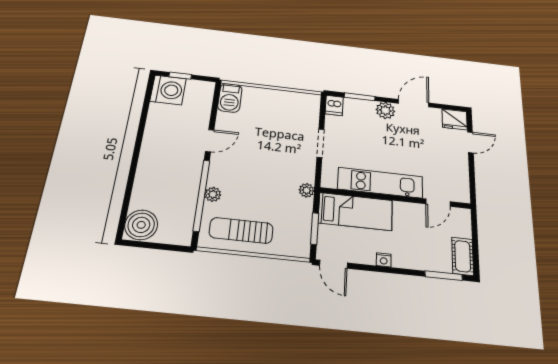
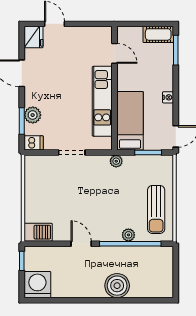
window: (180, 76) -> (22, 261), moved
plant: (385, 110) -> (33, 115), moved
boiler: (141, 225) -> (117, 286), moved

